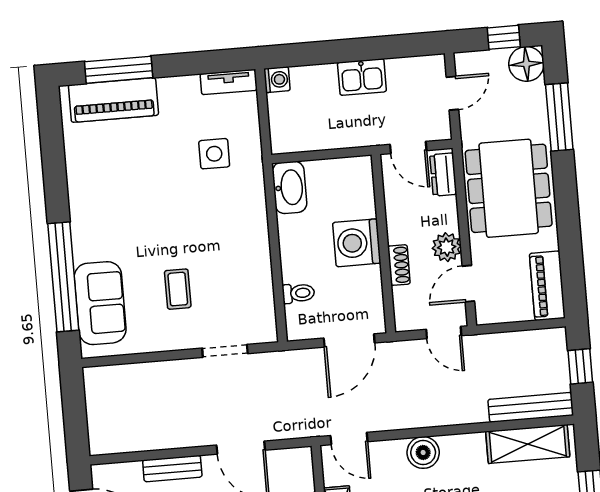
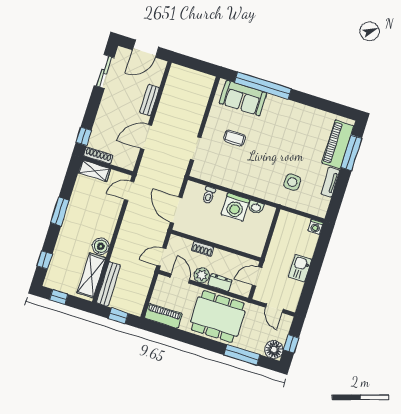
tv unit: (229, 82) -> (330, 182), moved
dresser: (443, 175) -> (220, 282), moved
washbasin: (290, 187) -> (256, 207), width x0.52, depth x0.69
washing machine: (357, 243) -> (235, 207), moved, turned 180
boiler: (423, 452) -> (101, 246), moved

